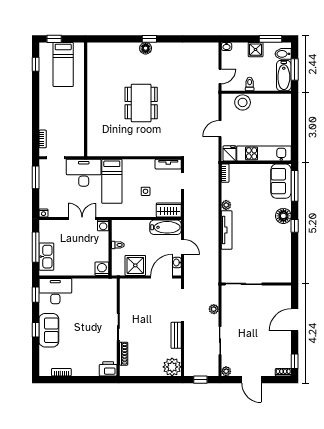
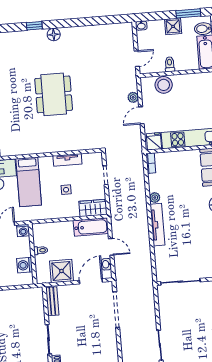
window: (149, 39) -> (34, 26), moved
tv unit: (168, 164) -> (67, 160), moved
washing machine: (102, 269) -> (25, 265), moved, turned -90
plant: (214, 309) -> (133, 97), moved
bench: (176, 335) -> (52, 301), moved

